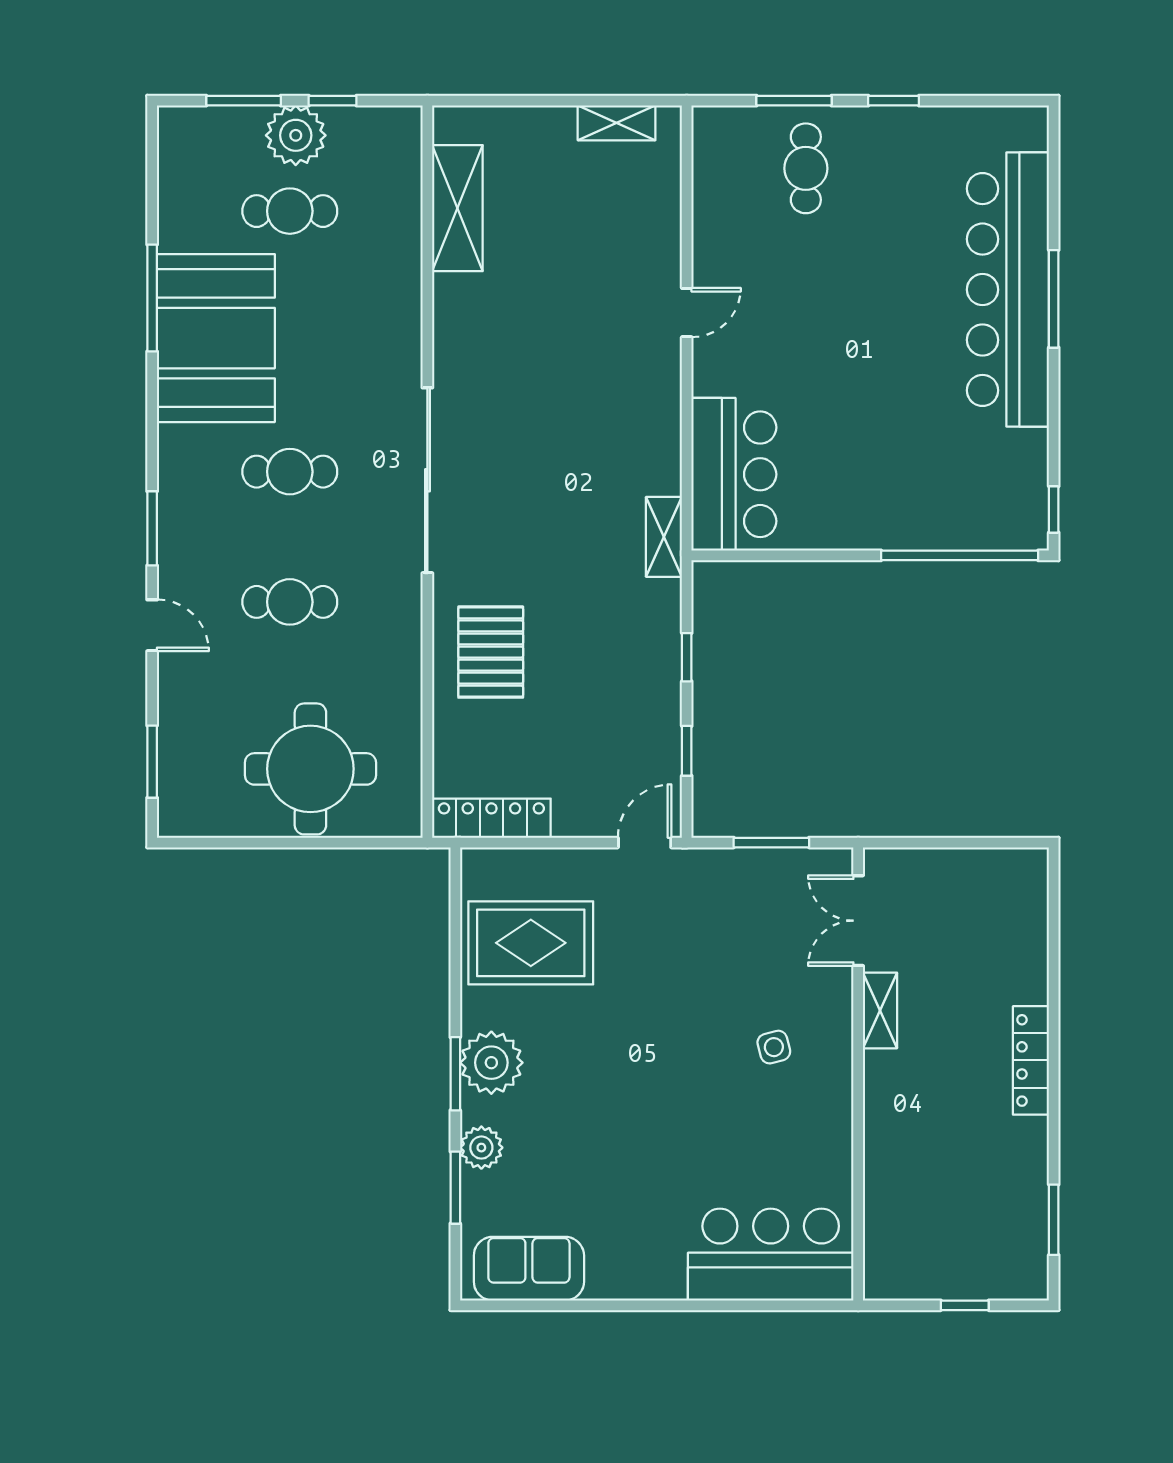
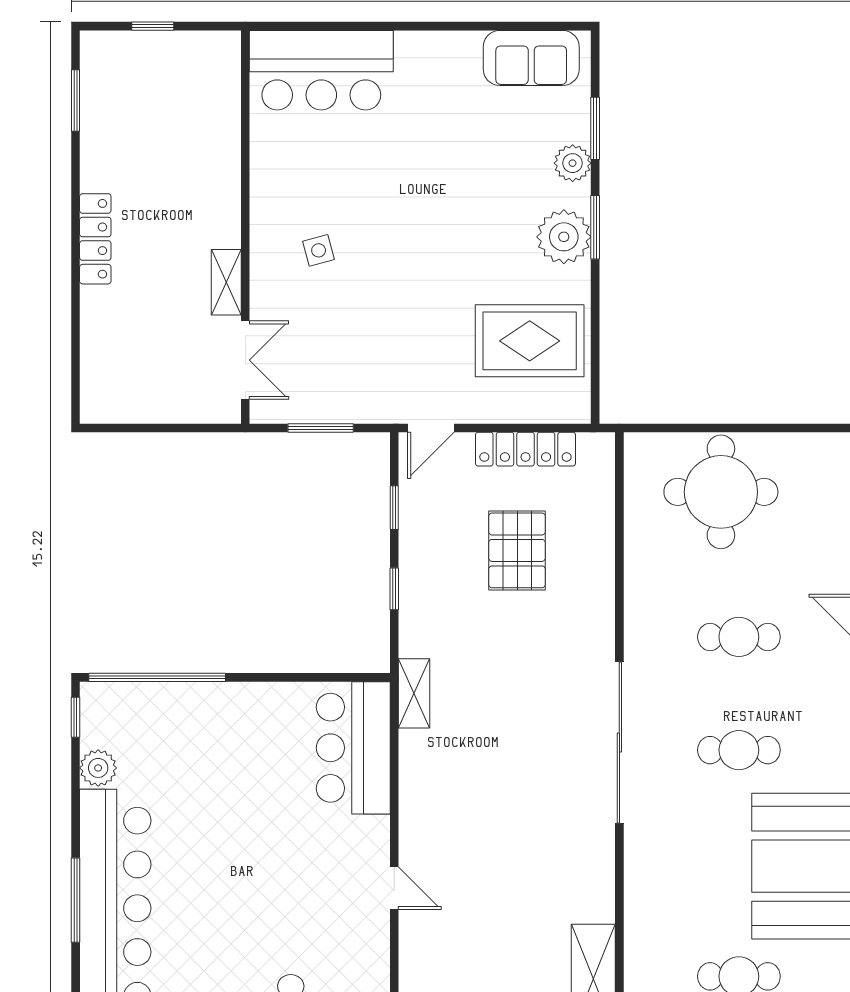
door: (687, 313) -> (394, 888), swing flipped
plant: (1028, 451) -> (98, 768), added
pallet: (491, 652) -> (517, 550), moved
locker: (491, 818) -> (525, 449), moved

